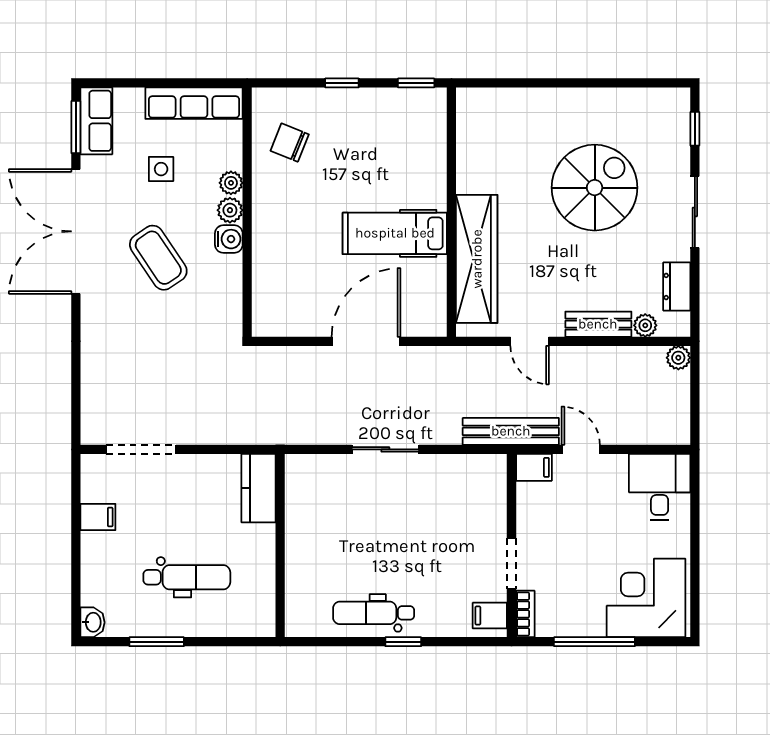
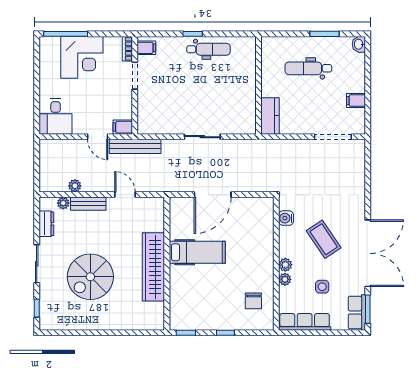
chair: (290, 143) -> (253, 301), turned 68
water cooler: (229, 239) -> (286, 218), moved
wardrobe: (477, 259) -> (153, 267), moved
plant: (678, 358) -> (75, 186), moved
corner desk: (646, 598) -> (82, 57), moved
window: (594, 642) -> (66, 34), moved

